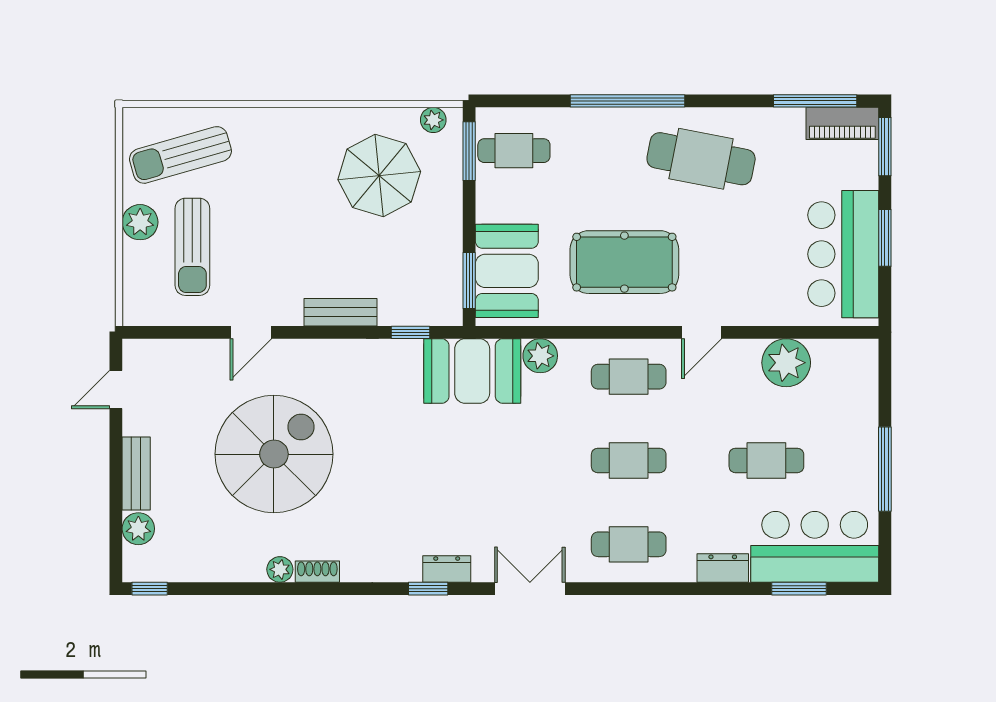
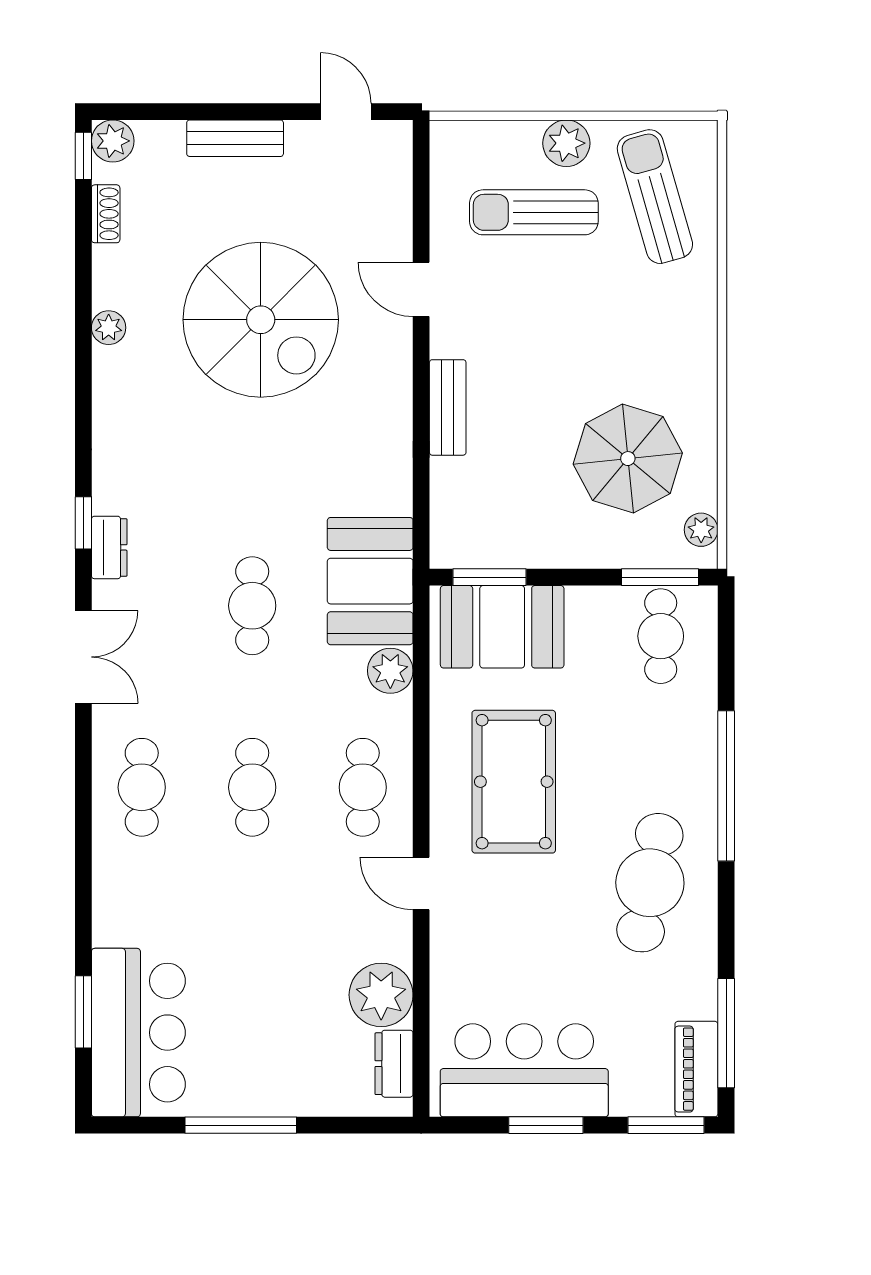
window: (411, 332) -> (421, 500), removed
cafe table: (766, 460) -> (252, 606), moved
plant: (138, 529) -> (113, 141), moved
dresser: (723, 568) -> (394, 1064), moved, turned 180
shoe rack: (317, 572) -> (106, 214), moved

